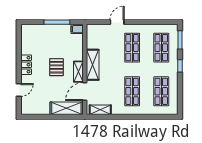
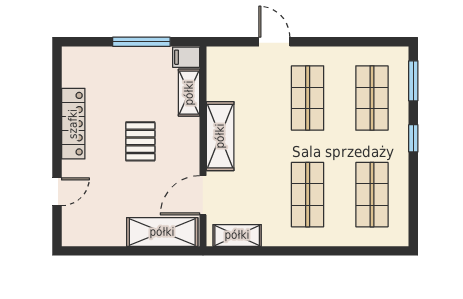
door: (117, 22) -> (274, 42), hinge flipped
locker: (26, 65) -> (73, 124), width x1.53
shelving: (78, 72) -> (189, 93), moved

